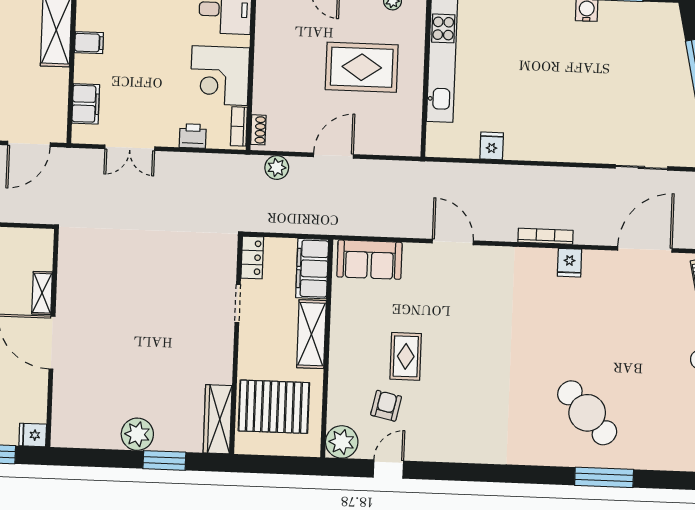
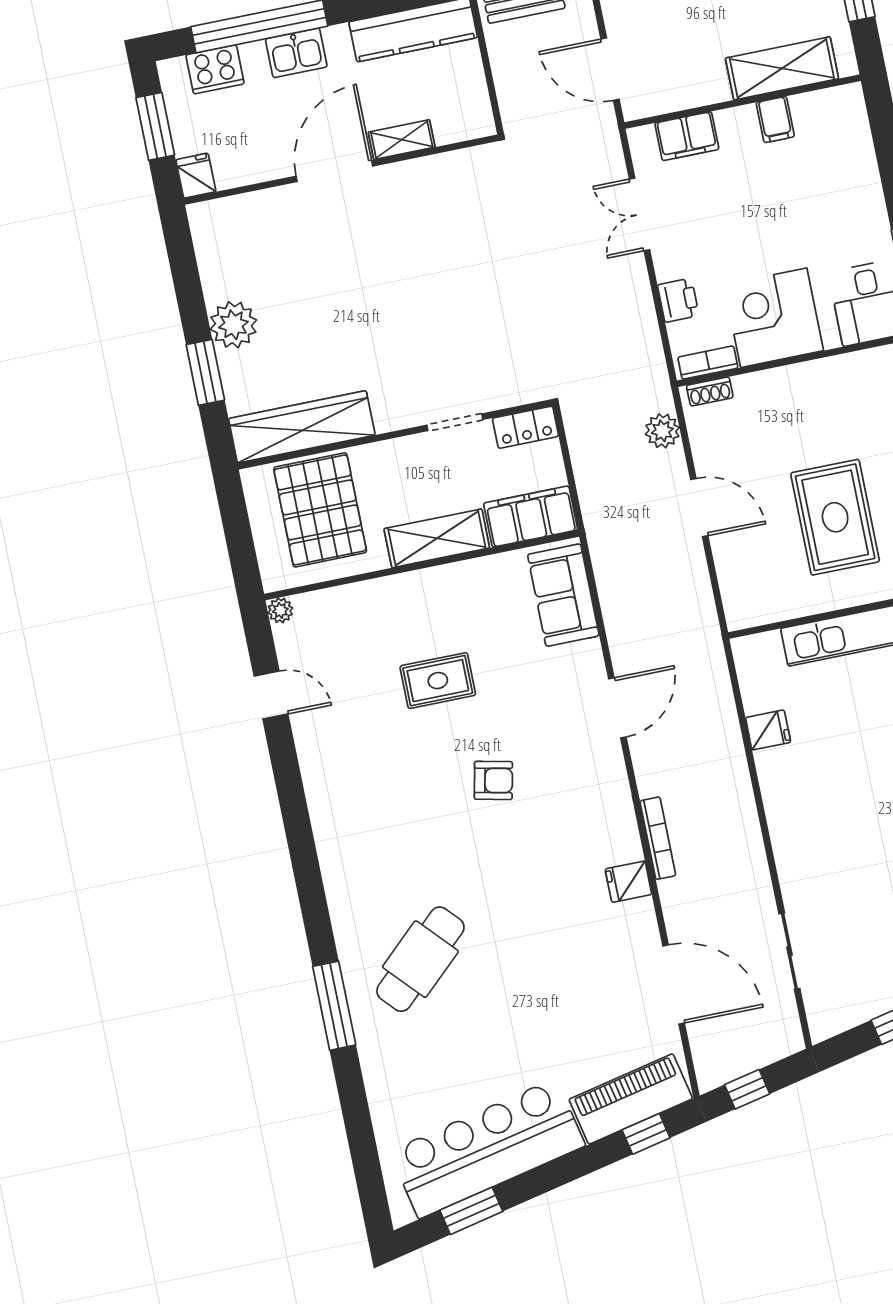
armchair: (386, 406) -> (493, 780), moved
wardrobe: (218, 419) -> (302, 427), width x1.40, depth x1.17
plant: (342, 442) -> (280, 610), width x0.53, depth x0.53

